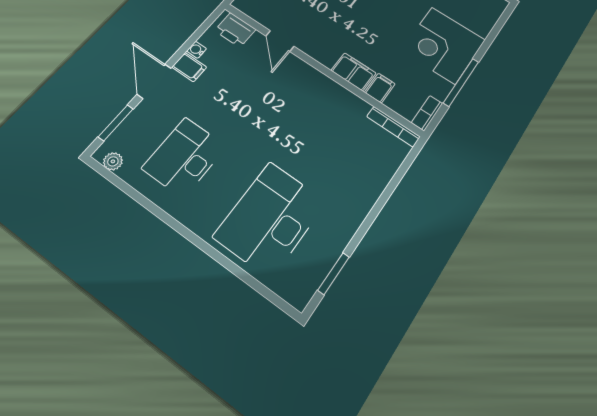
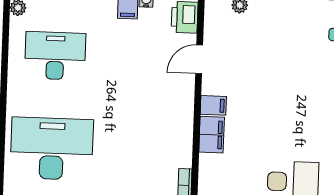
filing cabinet: (380, 88) -> (213, 105), moved

